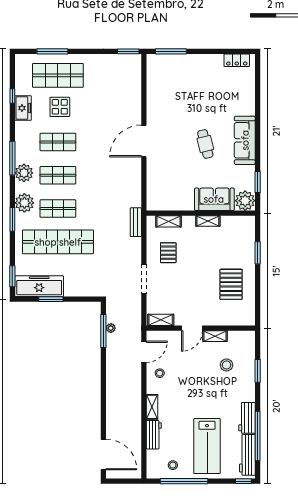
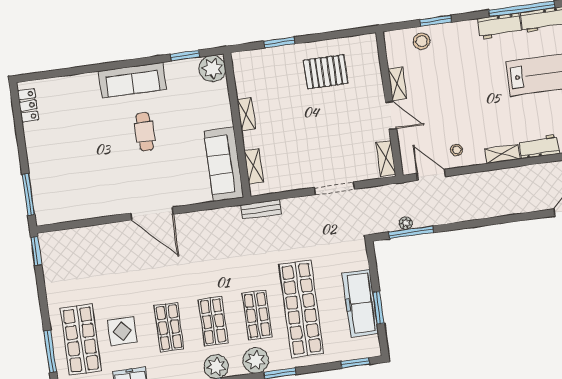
cafe table: (205, 144) -> (145, 132), turned -76
sofa: (214, 199) -> (224, 164), moved, width x1.36
pallet: (168, 253) -> (295, 161), removed
freezer: (39, 286) -> (360, 303), moved
stool: (226, 365) -> (422, 41), moved

